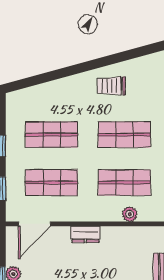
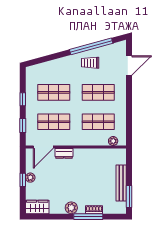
window: (113, 59) -> (91, 46), added
plant: (130, 214) -> (113, 141), moved
dresser: (85, 234) -> (64, 153), moved

